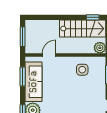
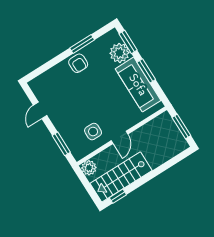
door: (49, 55) -> (119, 137), moved
window: (23, 77) -> (146, 71), moved

